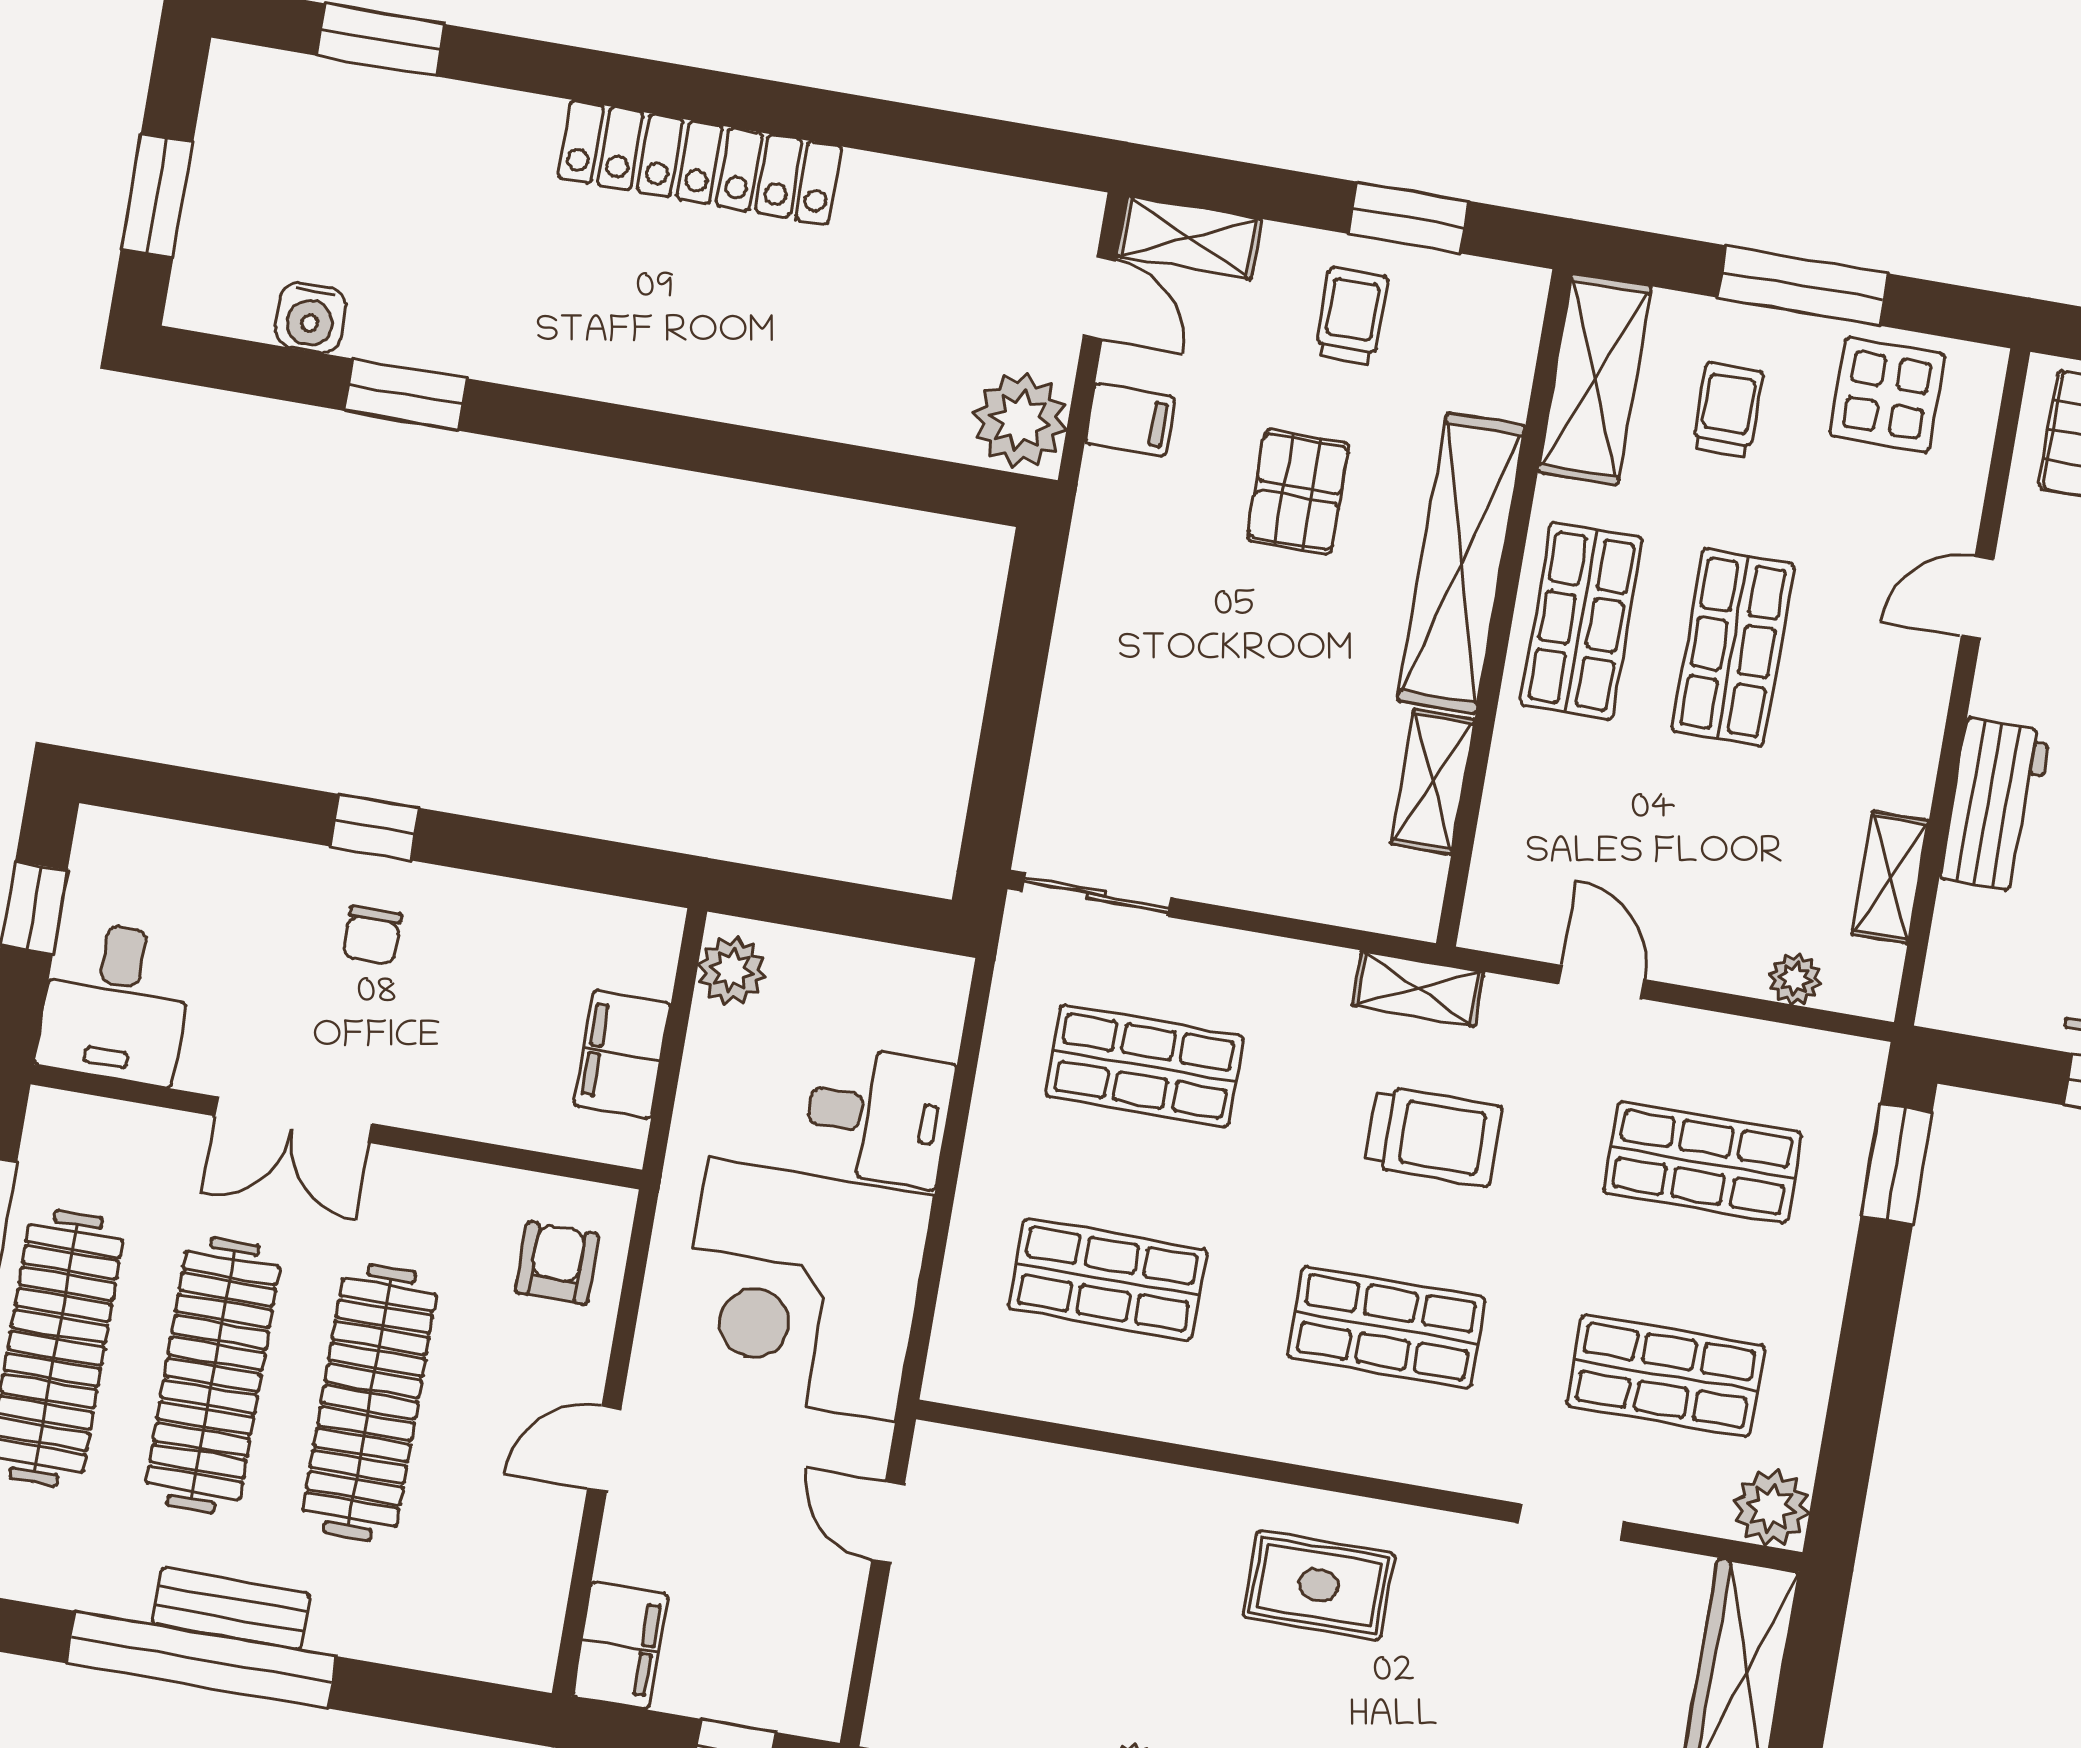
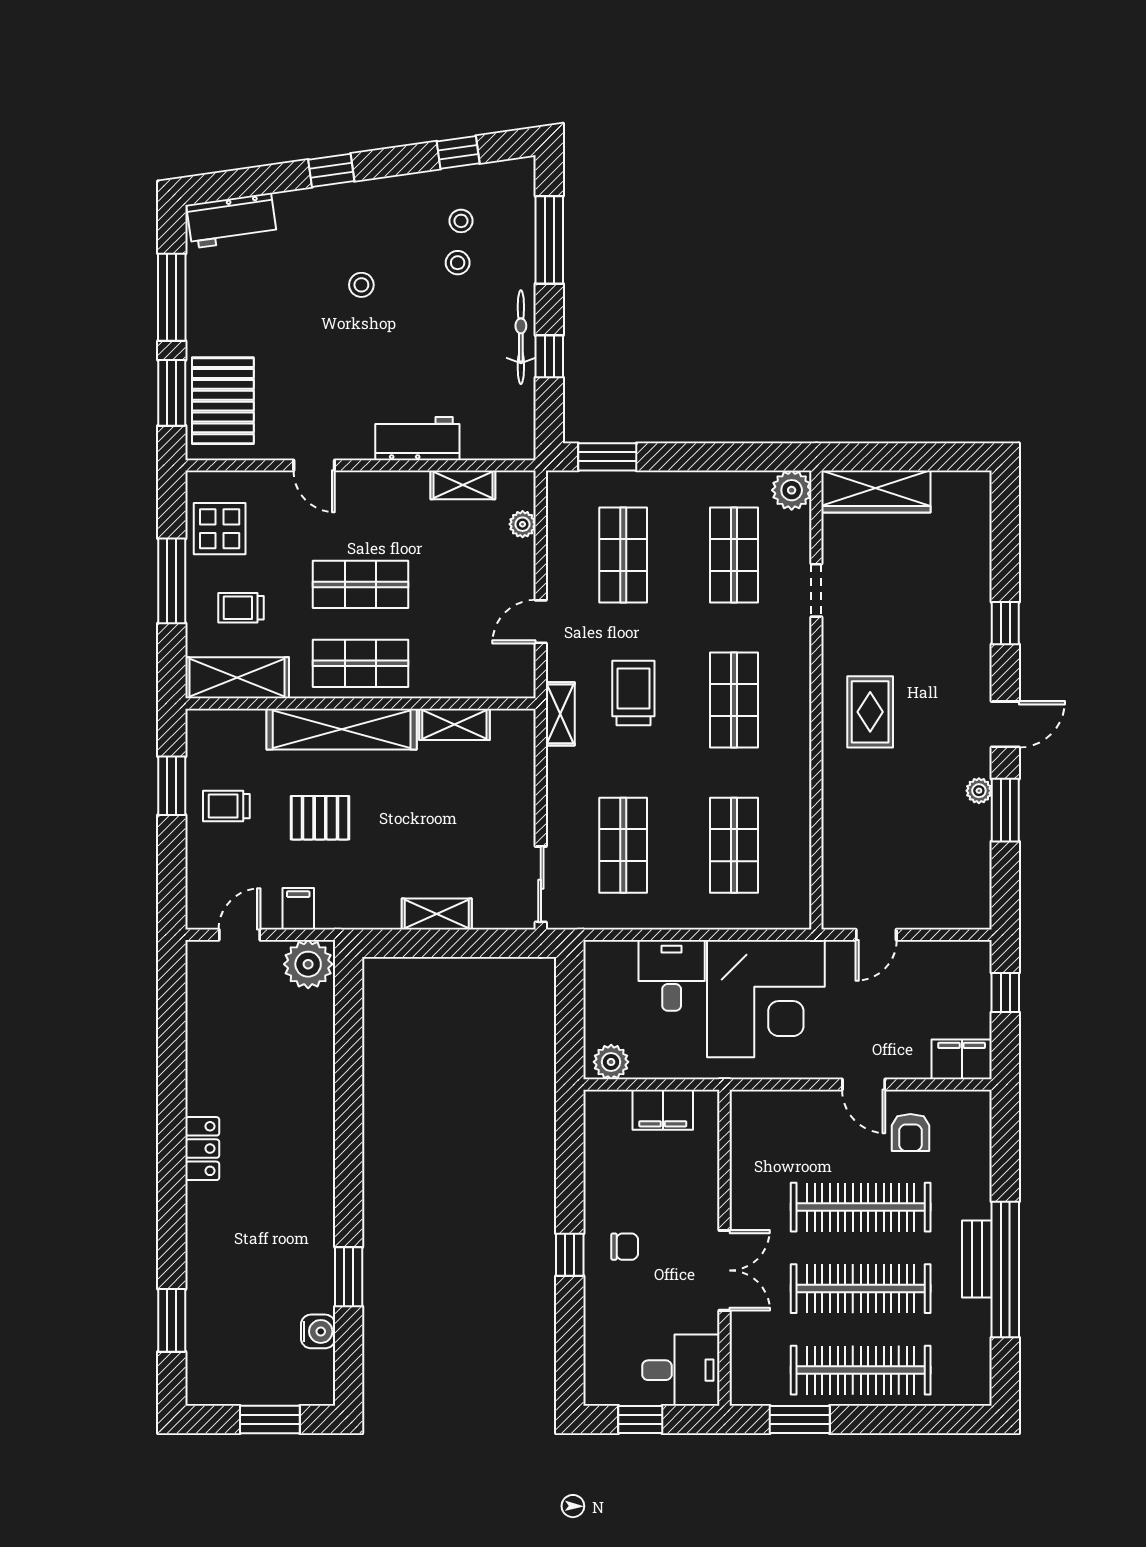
locker: (700, 162) -> (202, 1149), width x0.46, depth x0.83
shelving: (1189, 238) -> (437, 914), moved, turned 90
armchair: (557, 1263) -> (910, 1133), moved, turned -90

